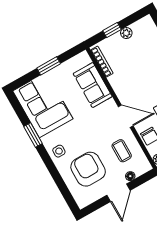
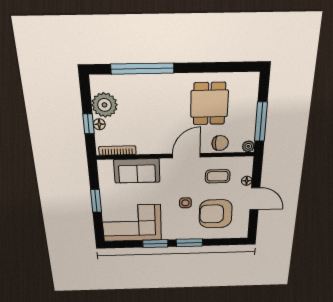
plant: (126, 33) -> (105, 105), width x1.87, depth x1.87
floor lamp: (116, 38) -> (99, 124), added
side table: (59, 151) -> (185, 203), moved
window: (49, 163) -> (189, 243), added

